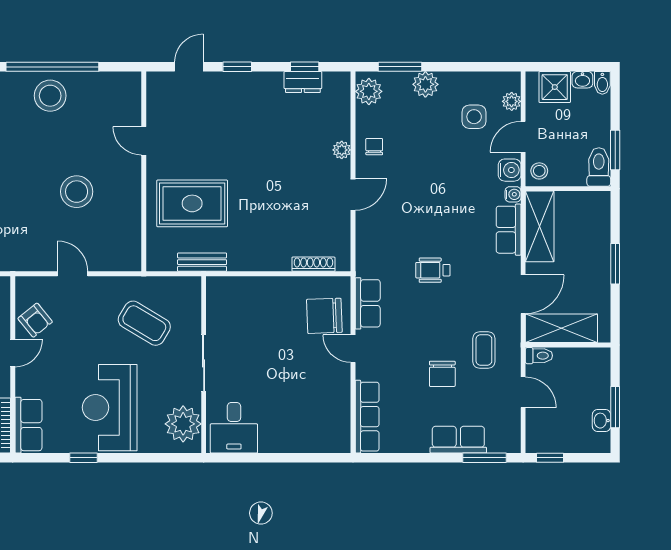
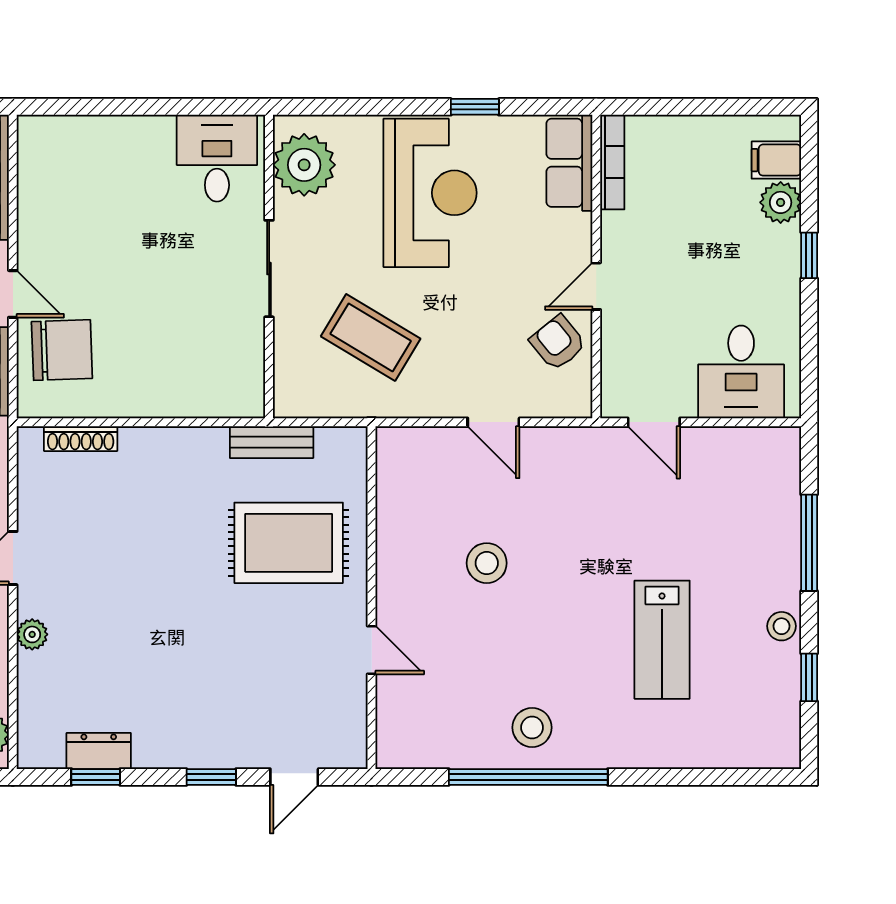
stool: (50, 96) -> (532, 727), width x0.73, depth x0.73
stool: (77, 192) -> (487, 563), width x0.73, depth x0.73

